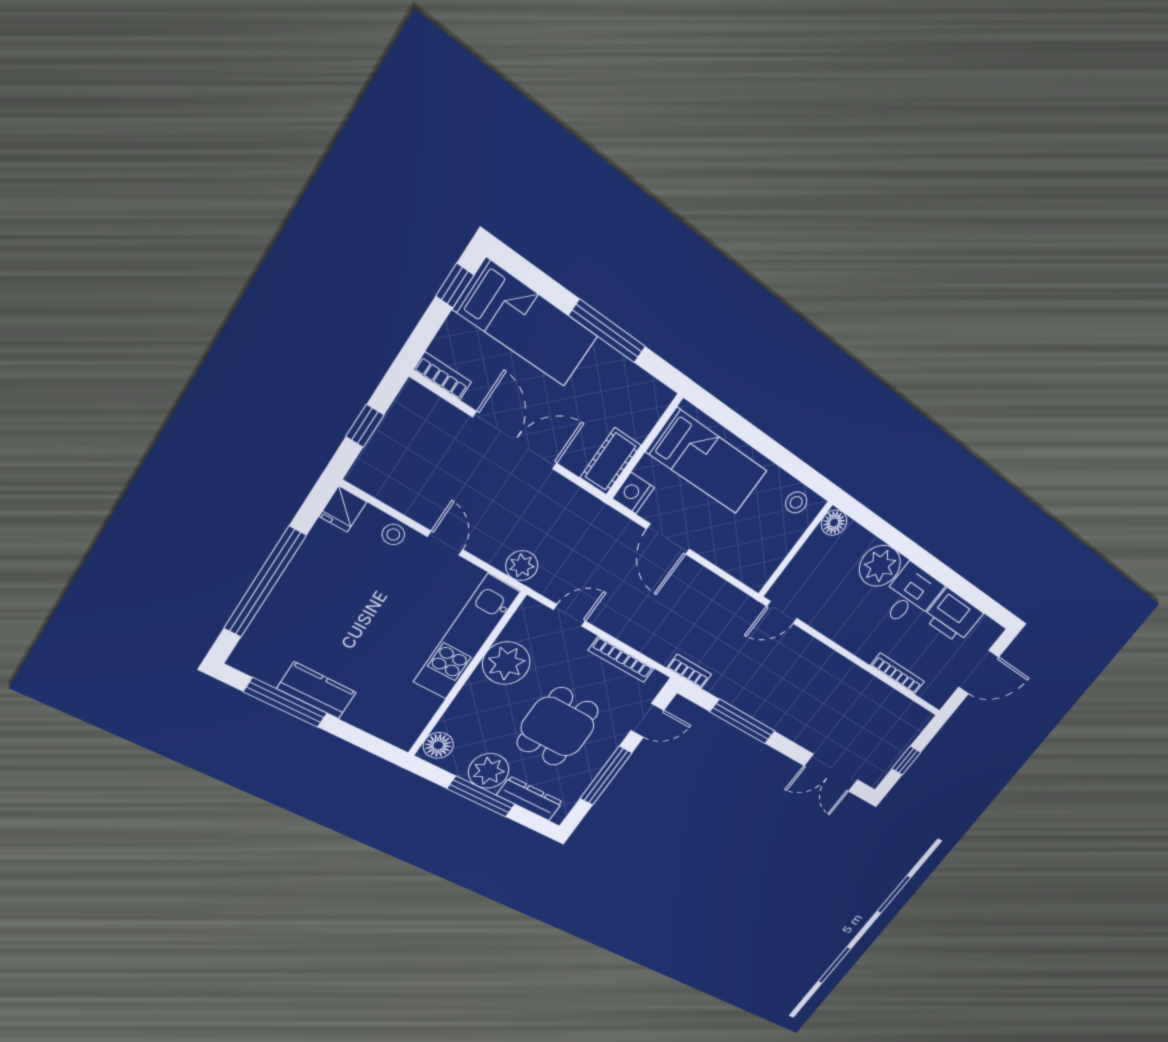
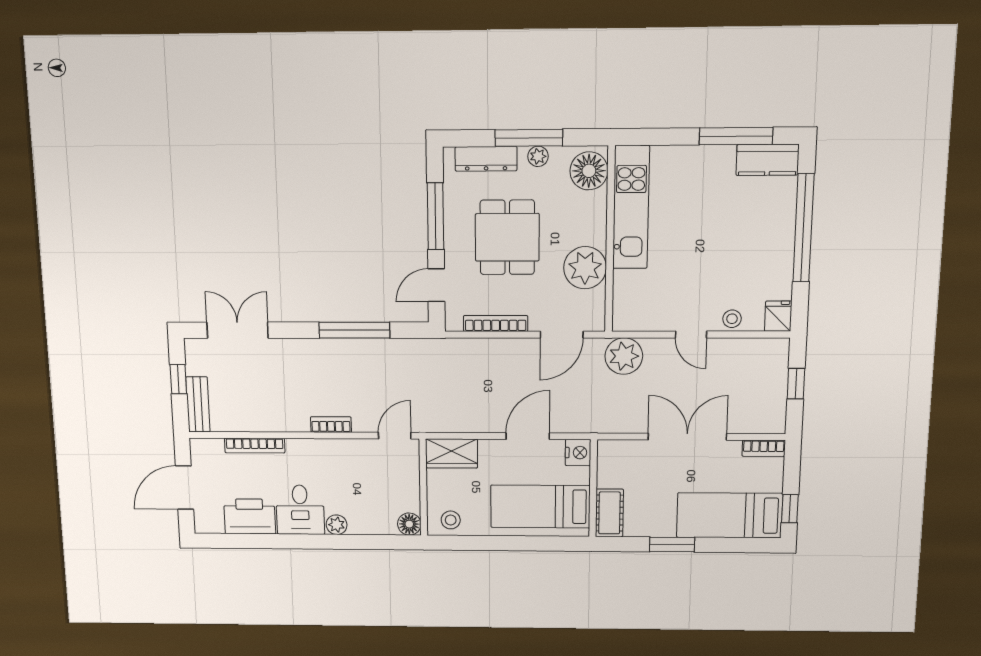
window: (607, 331) -> (672, 545), width x0.69
double door: (515, 441) -> (687, 437), swing flipped
cot: (610, 461) -> (609, 513), moved
door: (668, 539) -> (528, 436), hinge flipped
plant: (522, 566) -> (624, 356), width x1.36, depth x1.36
wardrobe: (747, 566) -> (452, 453), added
plant: (880, 566) -> (337, 525), width x0.53, depth x0.53
door: (569, 615) -> (562, 335), width x1.38
kitchen unit: (466, 637) -> (631, 207), moved
bookcase: (689, 671) -> (331, 424), moved, turned 180
kitchen counter: (317, 691) -> (768, 160), moved
bench: (910, 733) -> (198, 404), added
floor lamp: (438, 745) -> (589, 171), width x1.38, depth x1.38
plant: (489, 771) -> (538, 156), width x0.53, depth x0.53

